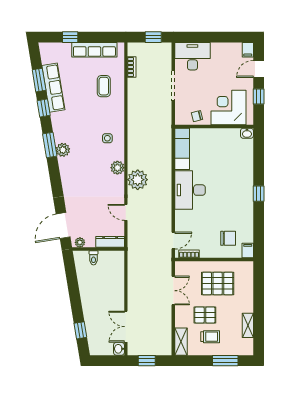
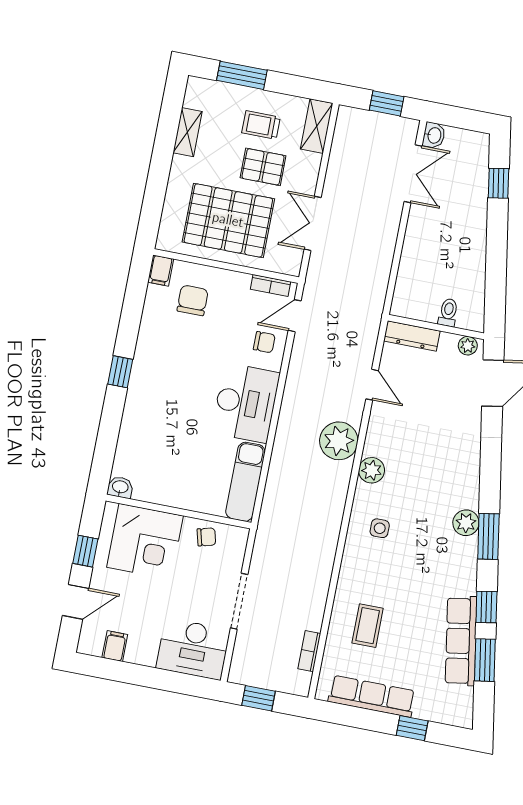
filing cabinet: (248, 50) -> (115, 646), moved
chair: (186, 224) -> (264, 342), added
chair: (228, 238) -> (193, 300), turned 90
pallet: (218, 284) -> (228, 220), width x1.37, depth x1.41

